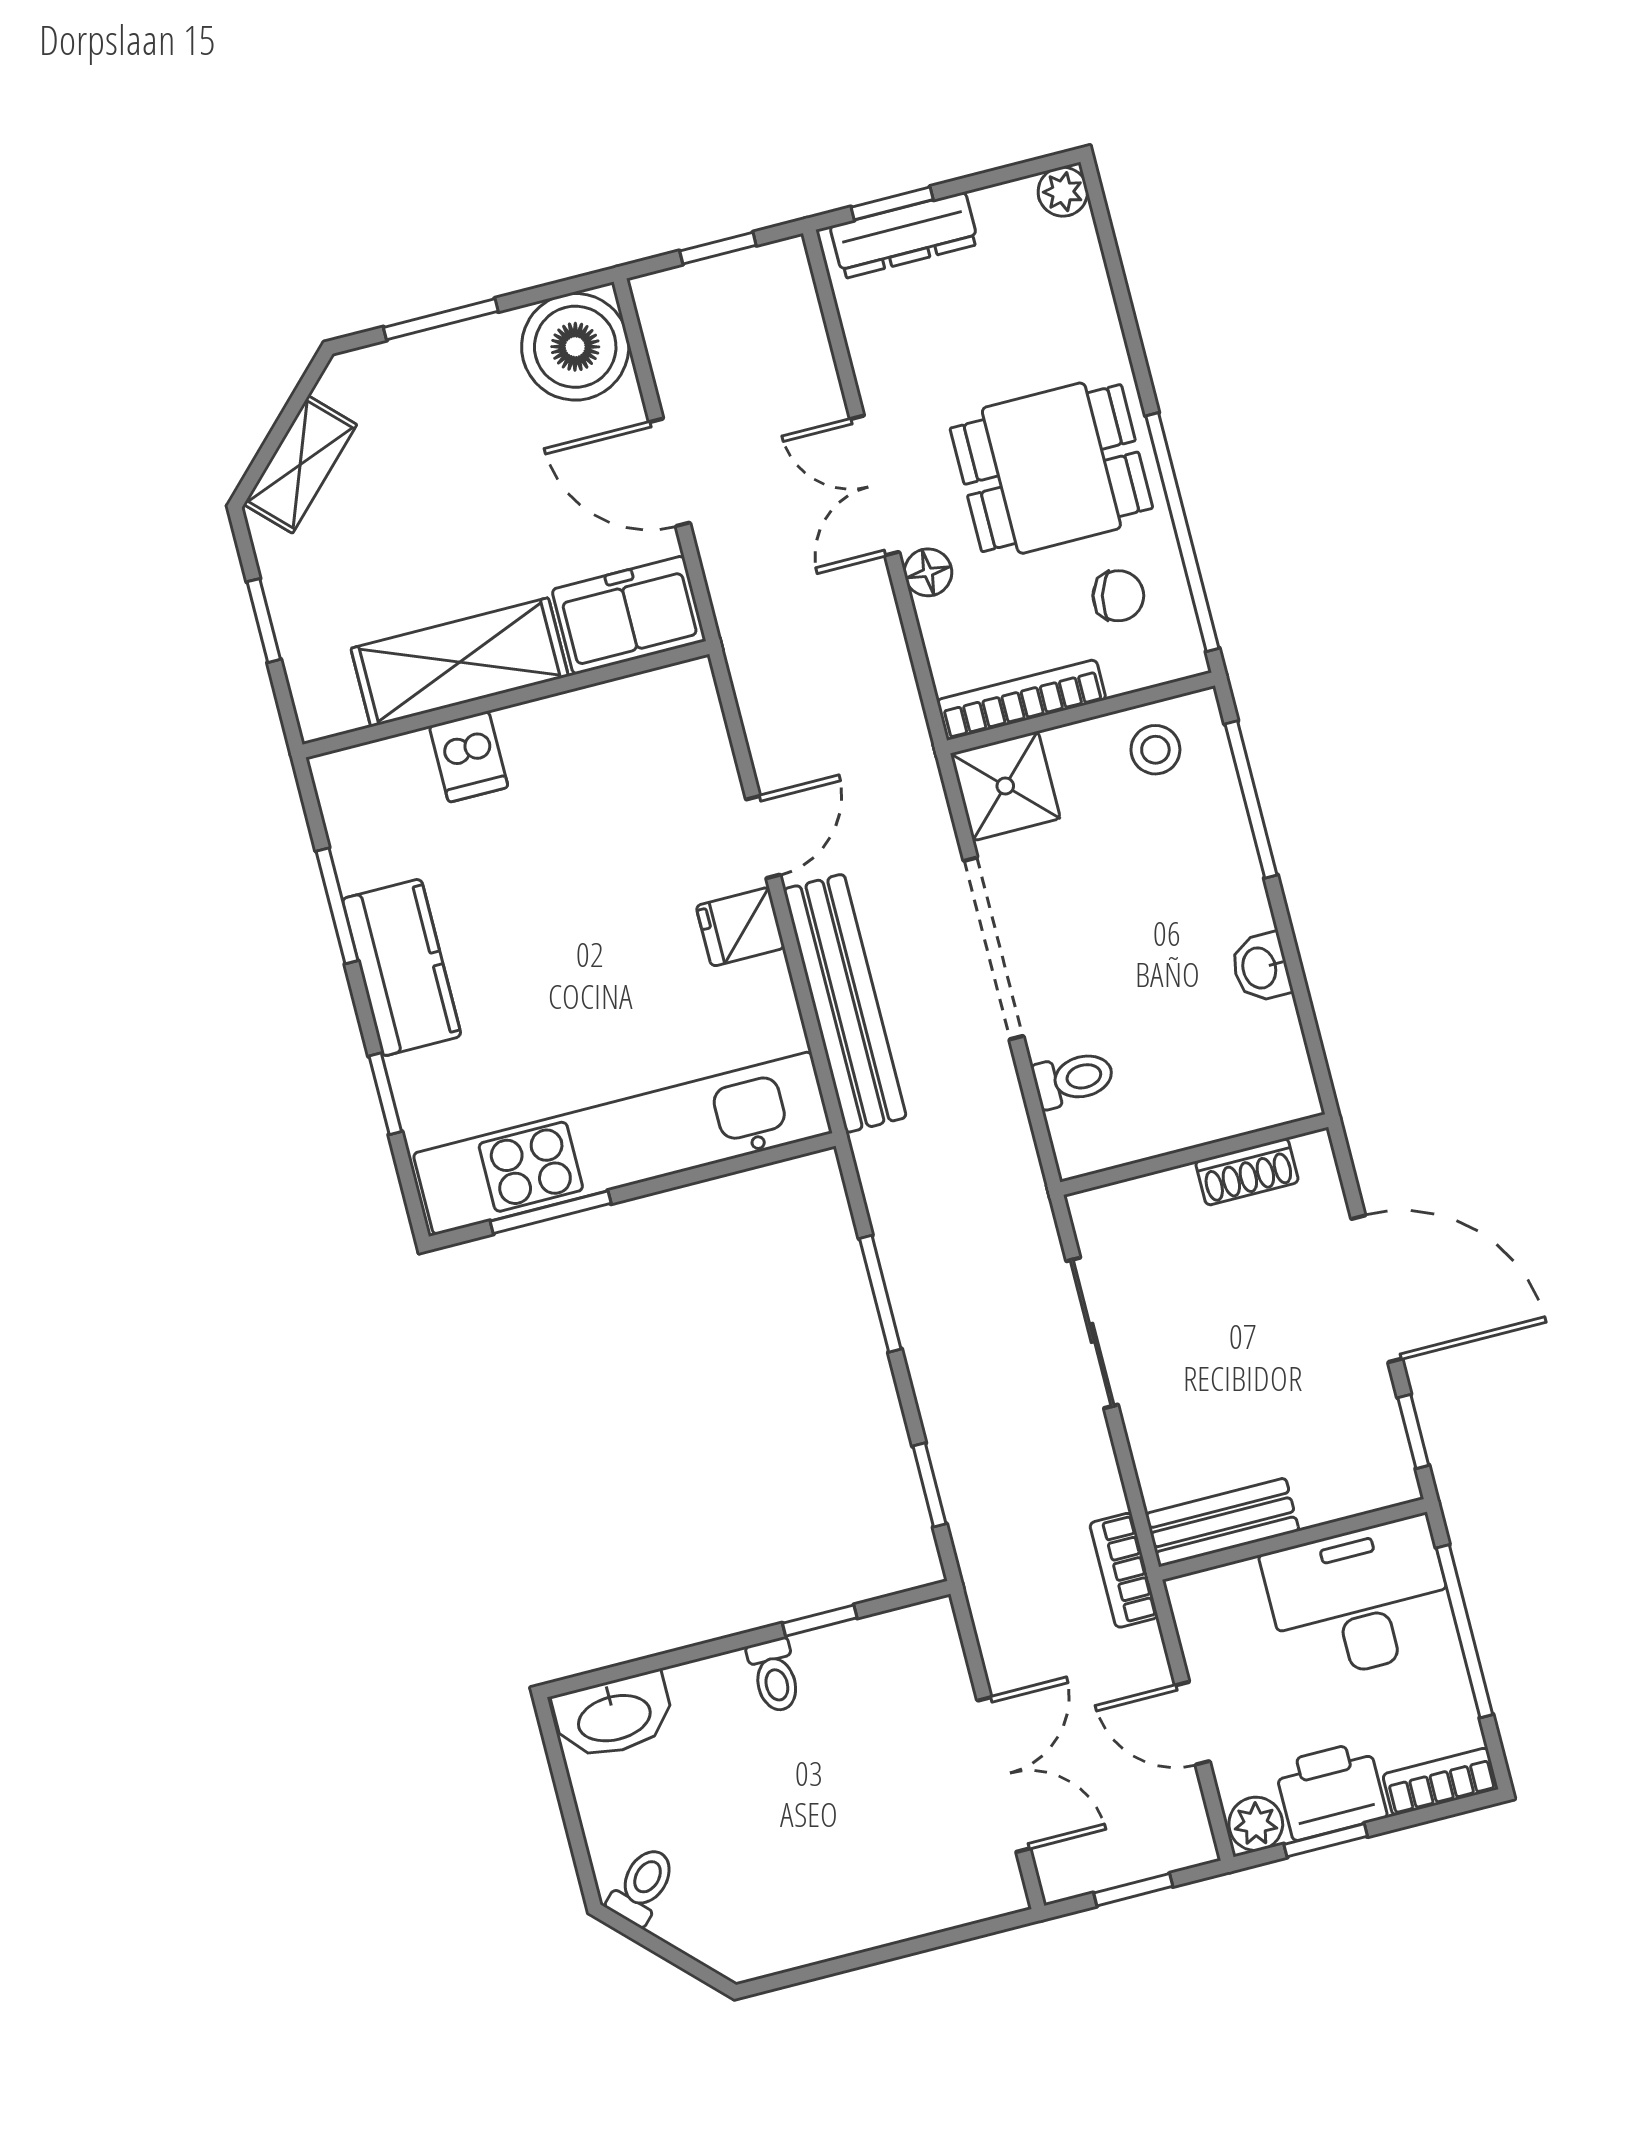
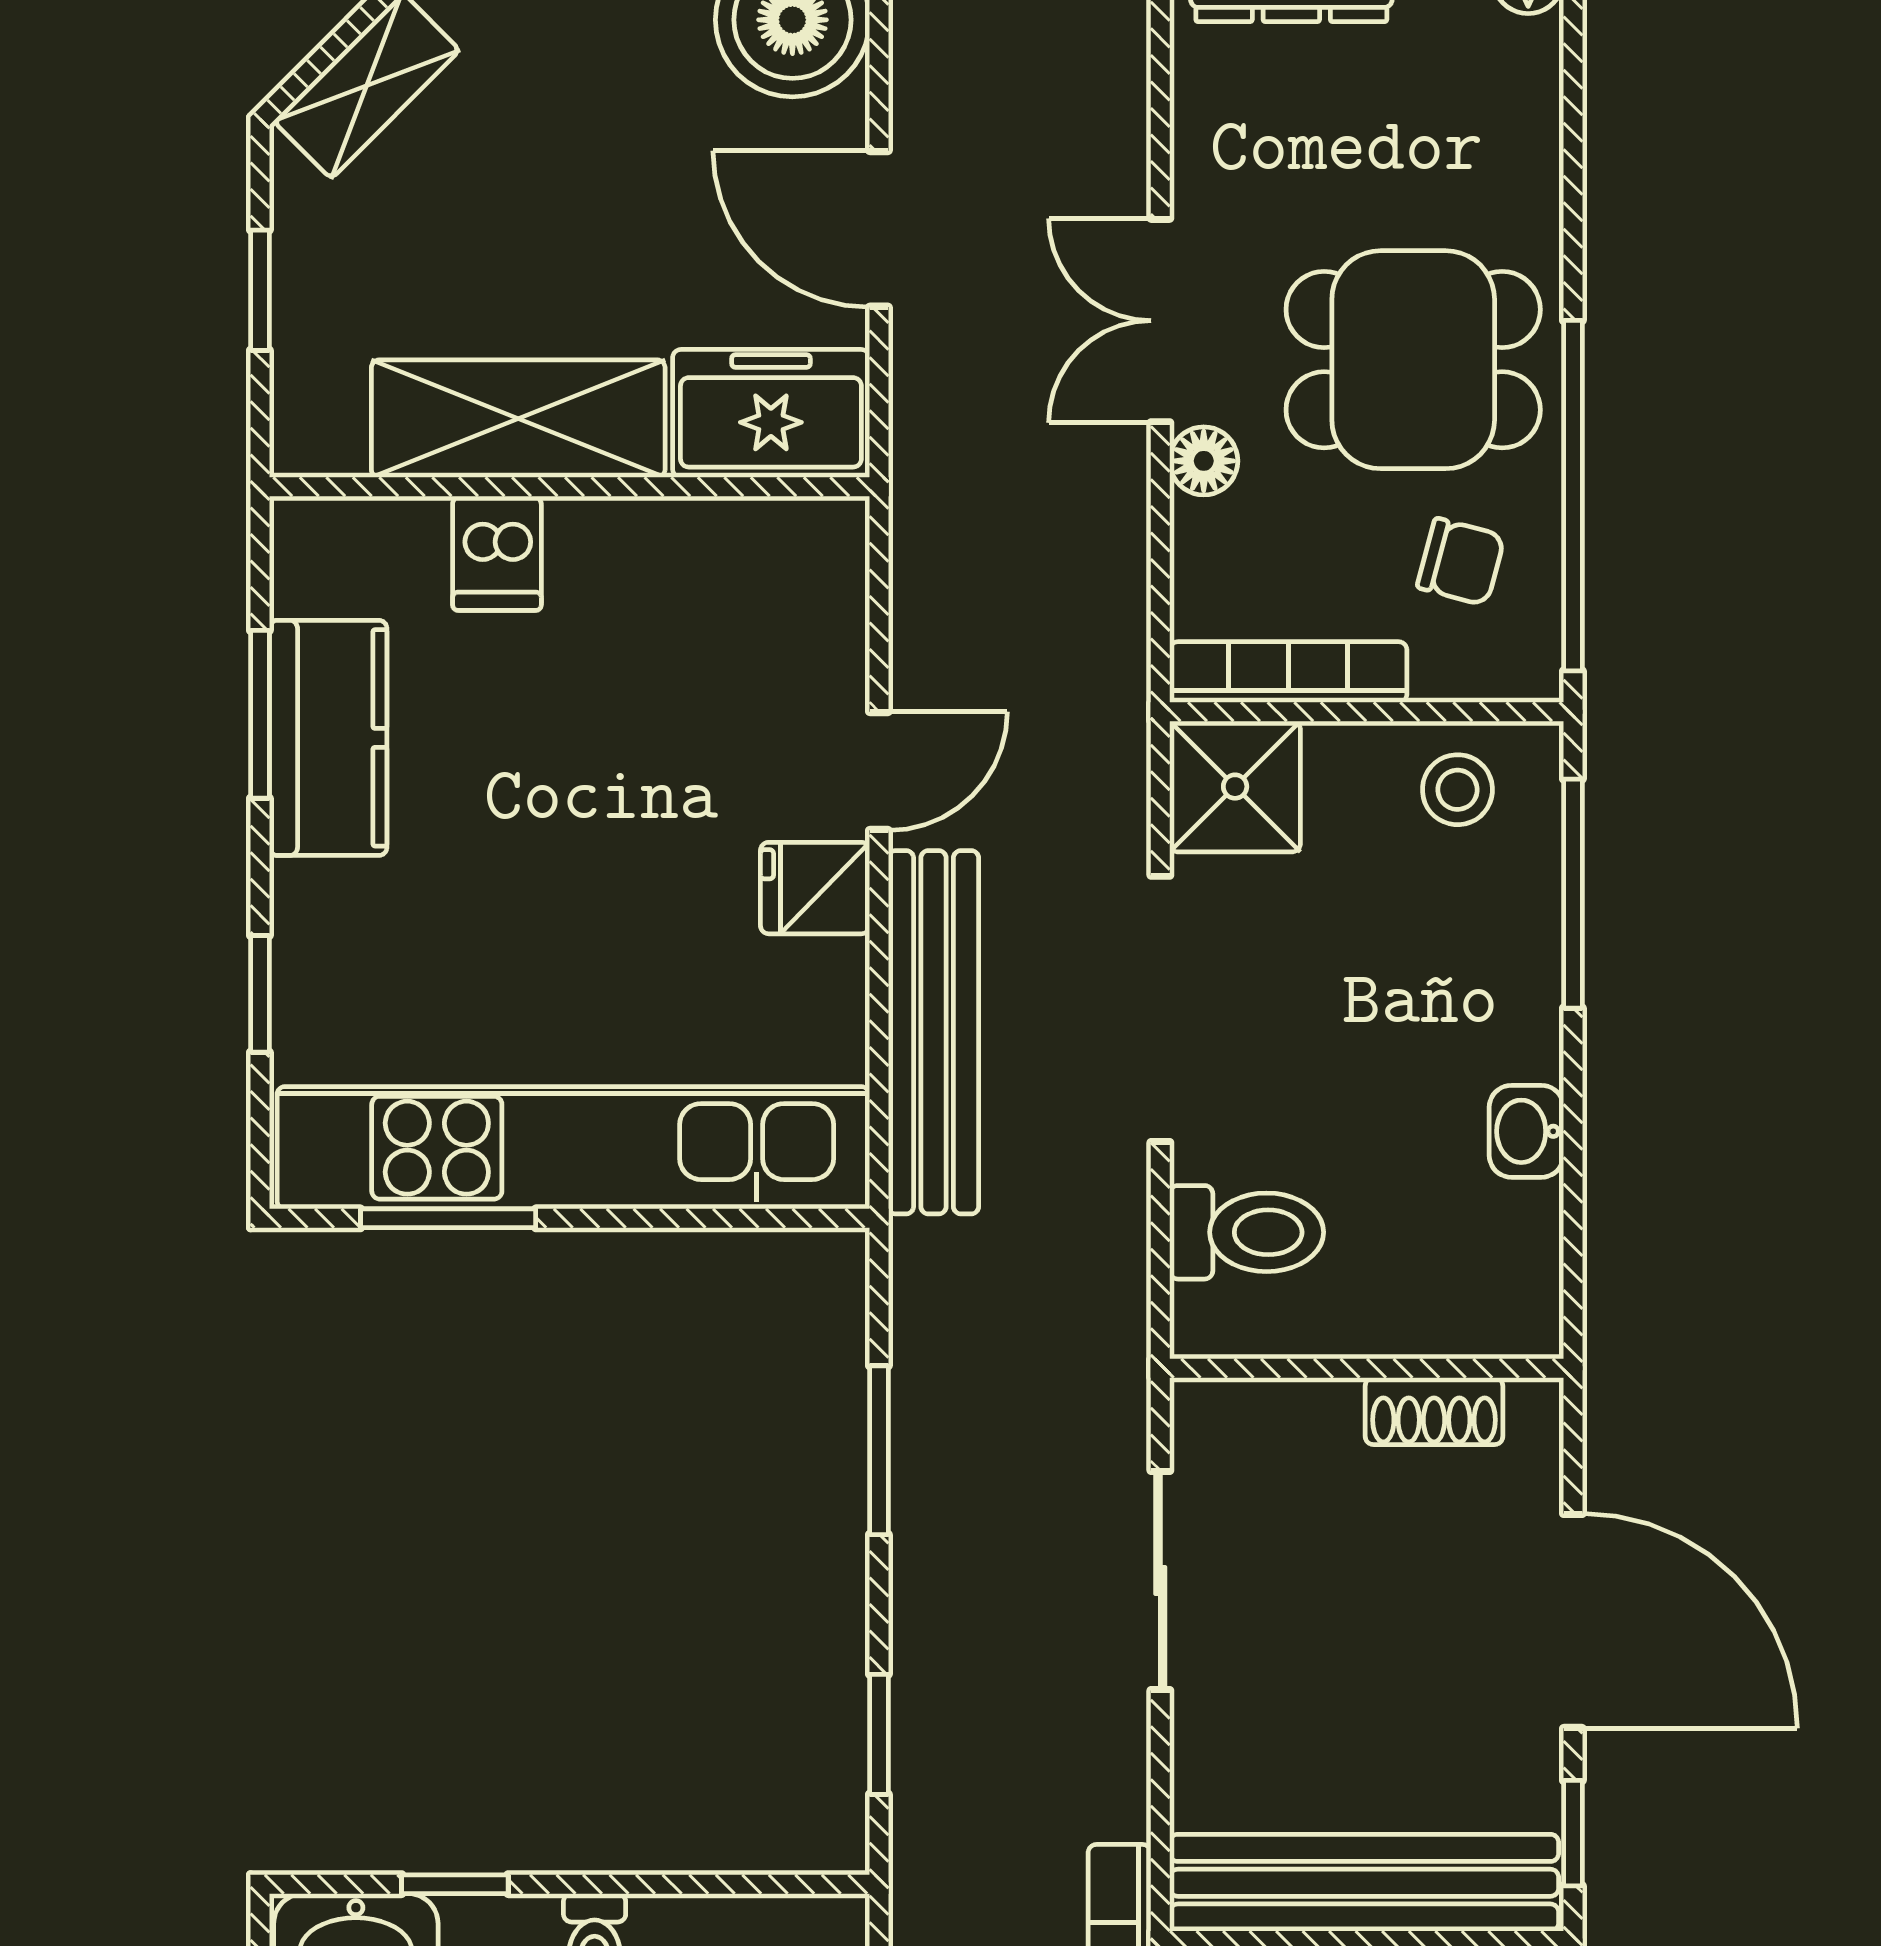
kitchen counter: (402, 967) -> (328, 738), moved
toilet: (1073, 1079) -> (1247, 1232), width x1.37, depth x1.39
bench: (1222, 1522) -> (1364, 1883), width x1.86, depth x1.21
window: (820, 1621) -> (455, 1884), moved

